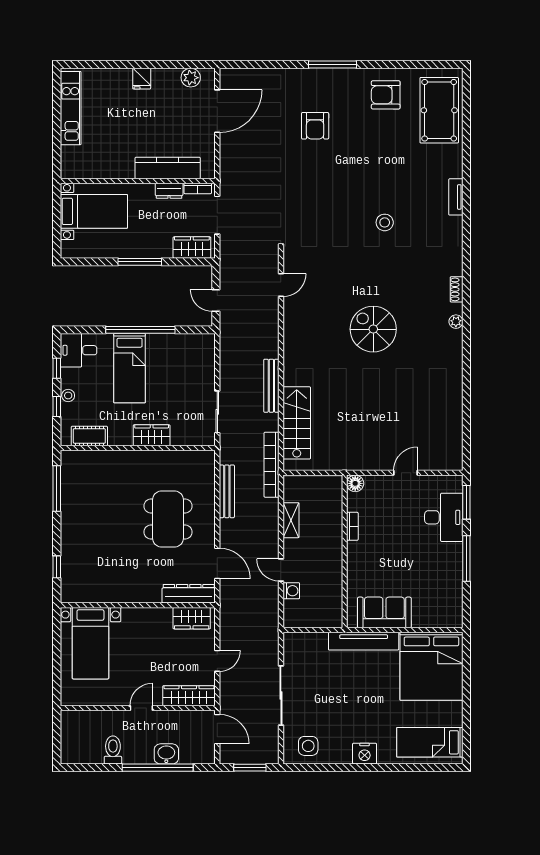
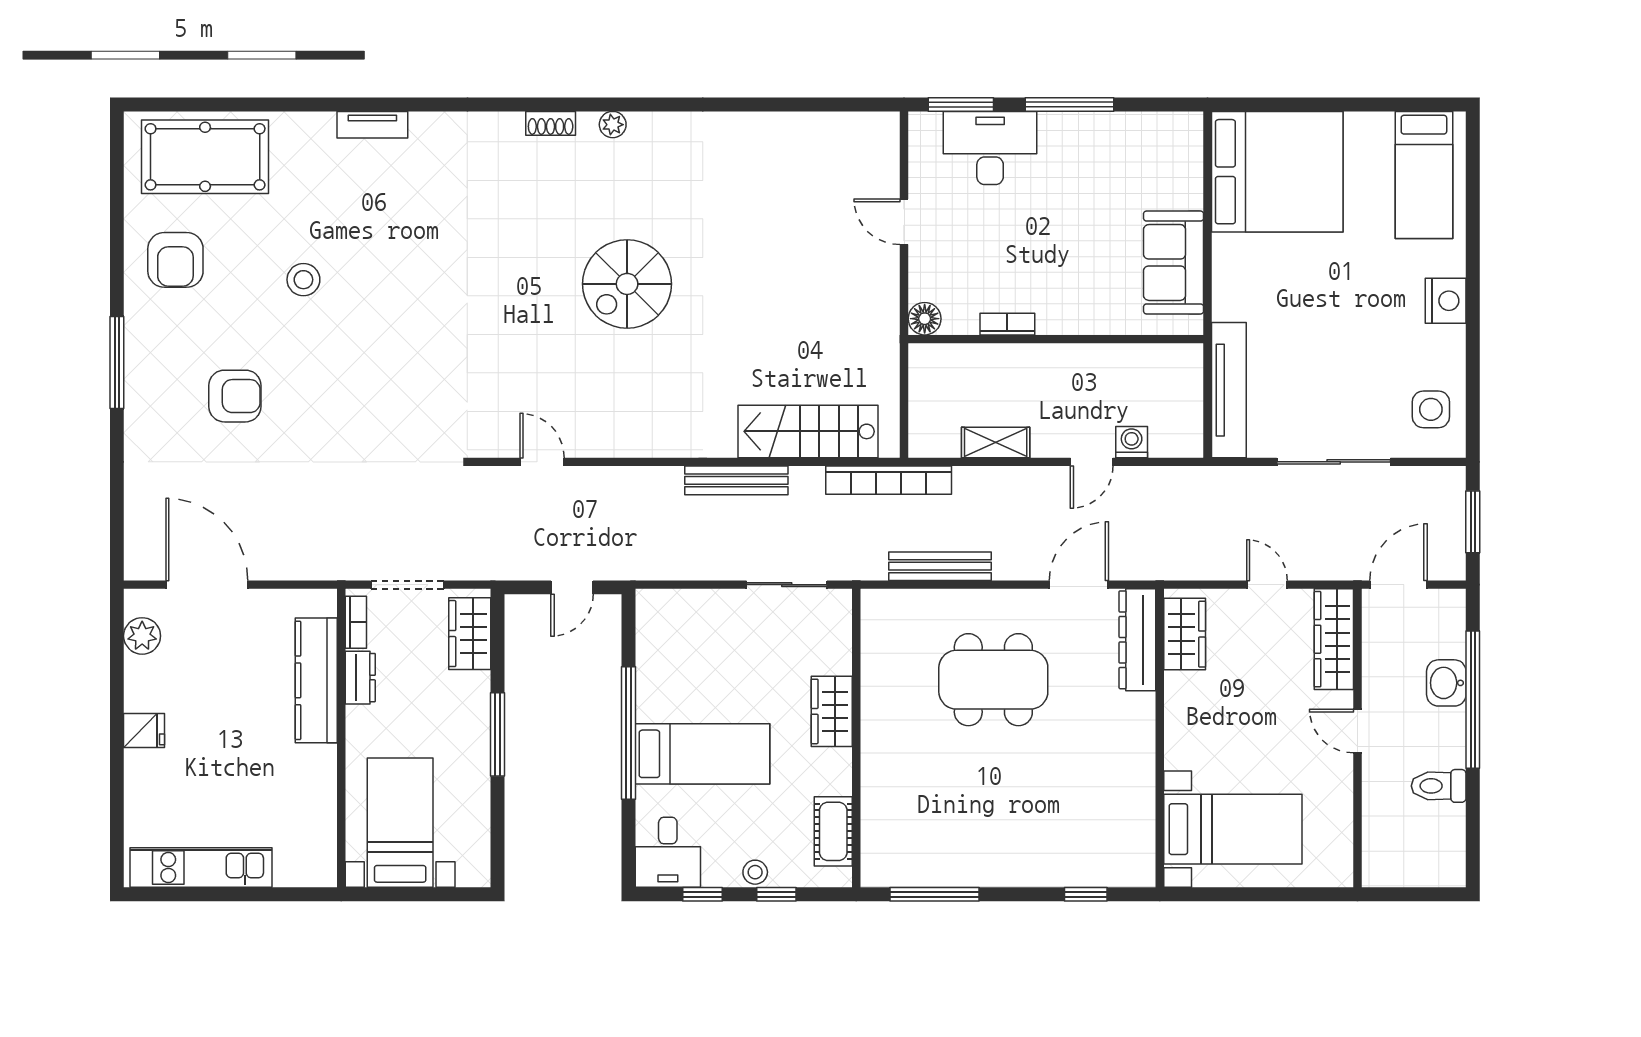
stool: (385, 222) -> (303, 280), moved
tv unit: (364, 641) -> (1229, 390), moved

